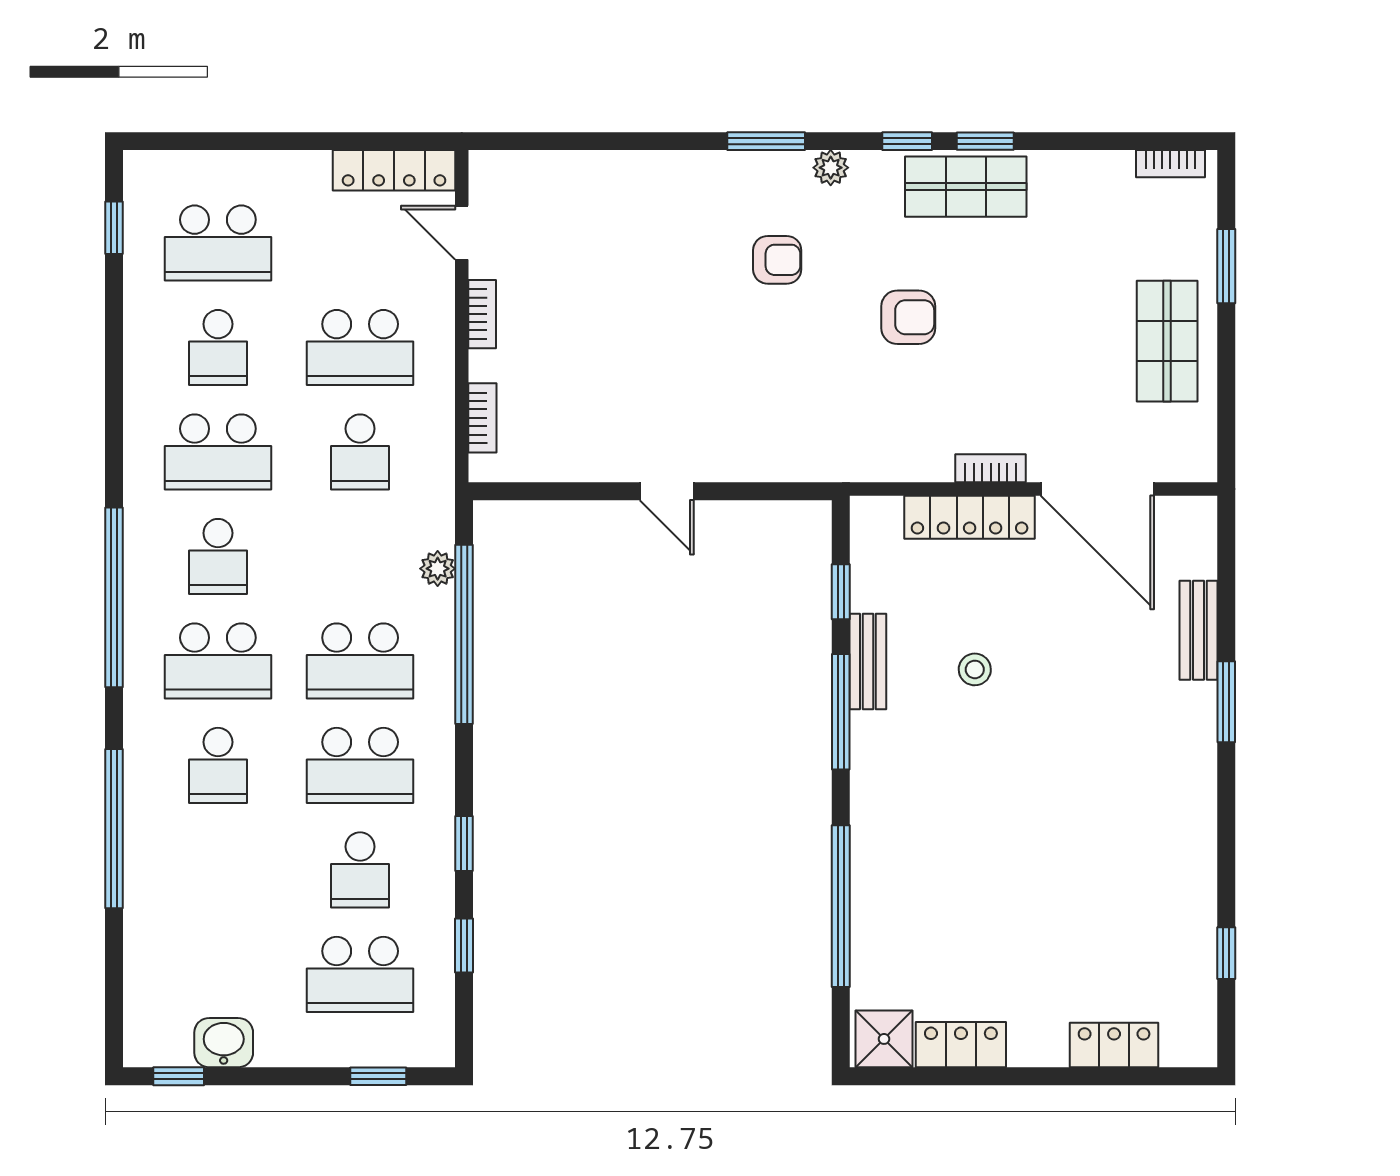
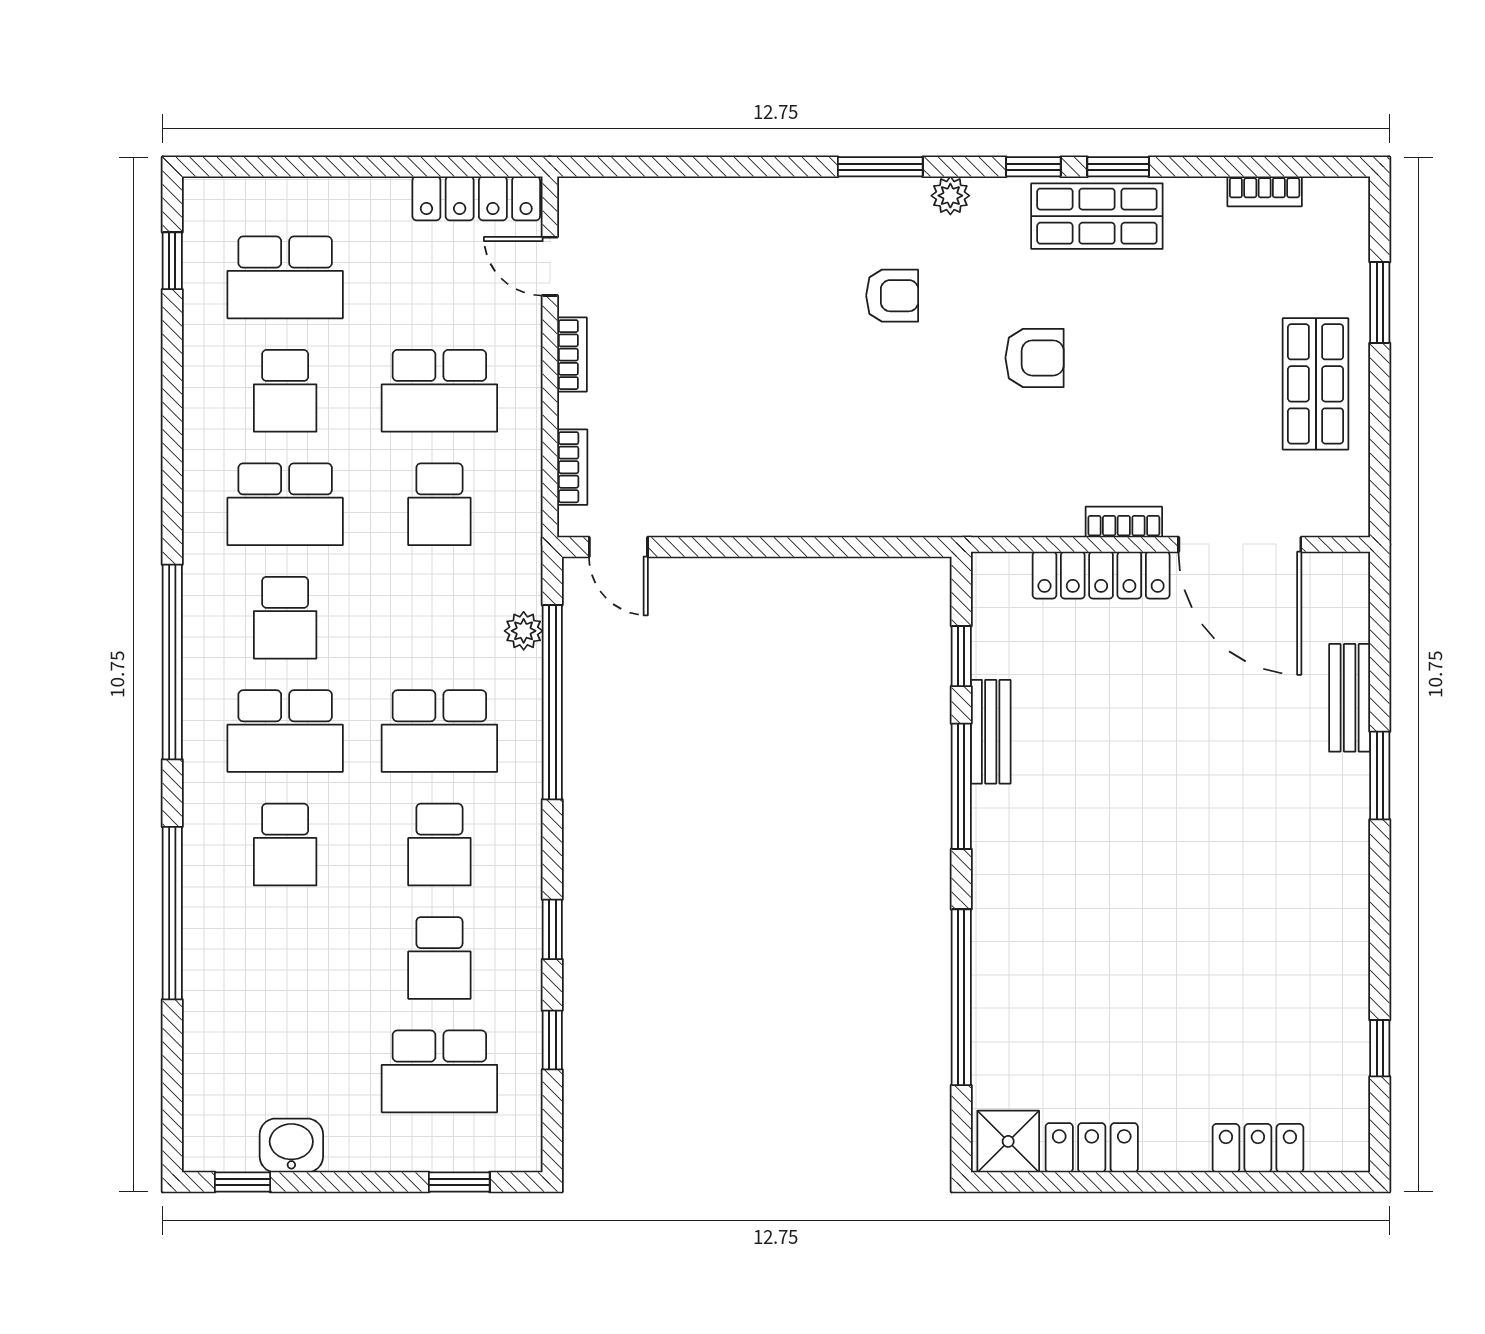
bookcase: (1170, 164) -> (1265, 191), moved
door: (667, 491) -> (618, 547), moved
stool: (975, 669) -> (1107, 740), removed
school desk: (360, 765) -> (439, 845), width x0.54

